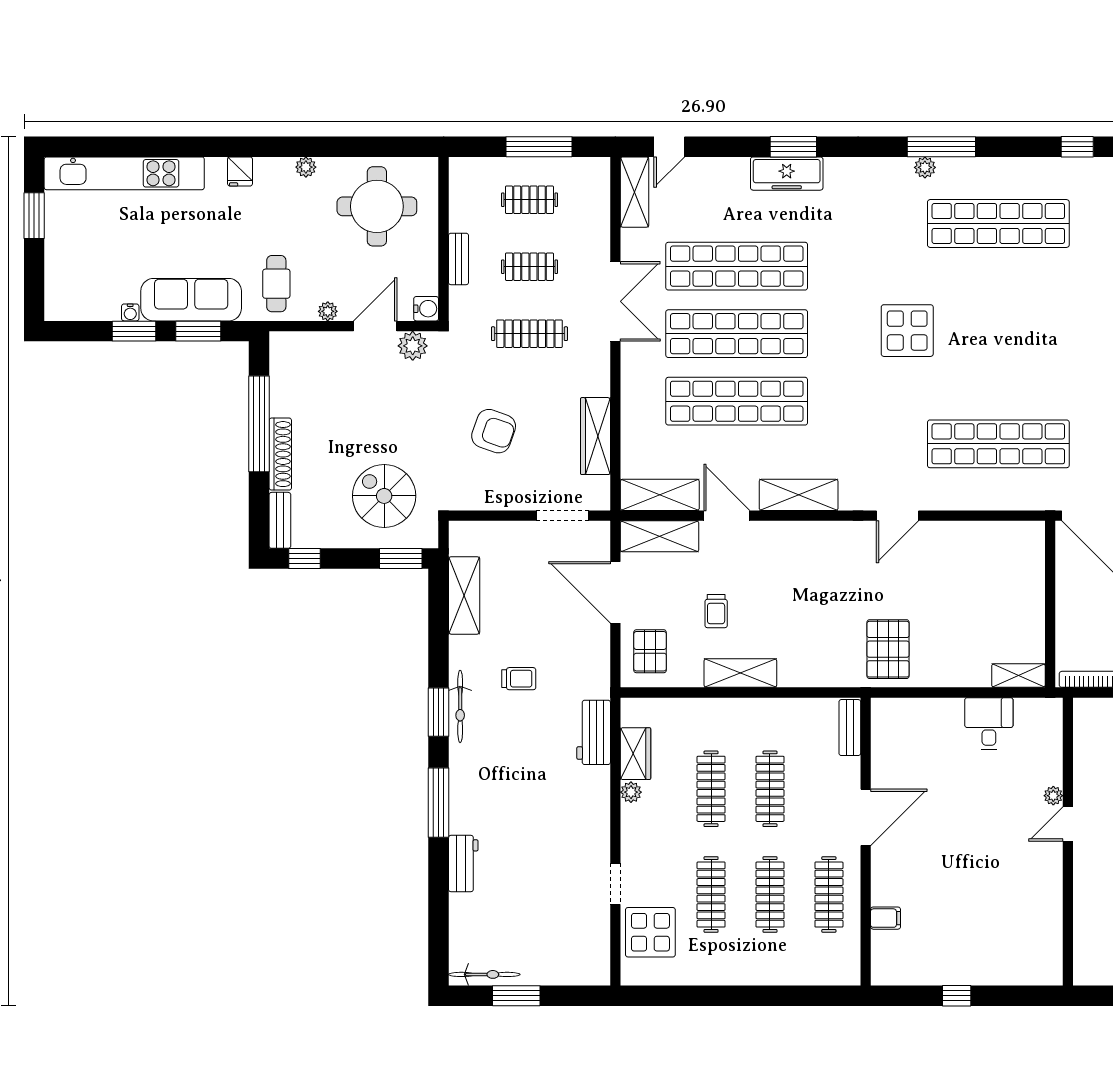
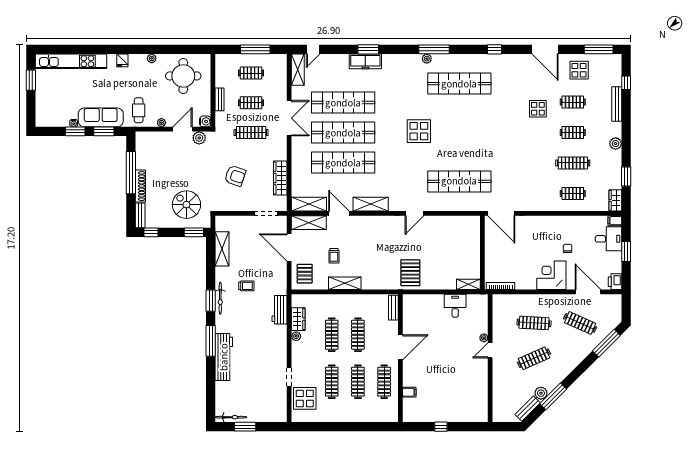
workbench: (463, 863) -> (224, 357), width x1.88, depth x1.32

